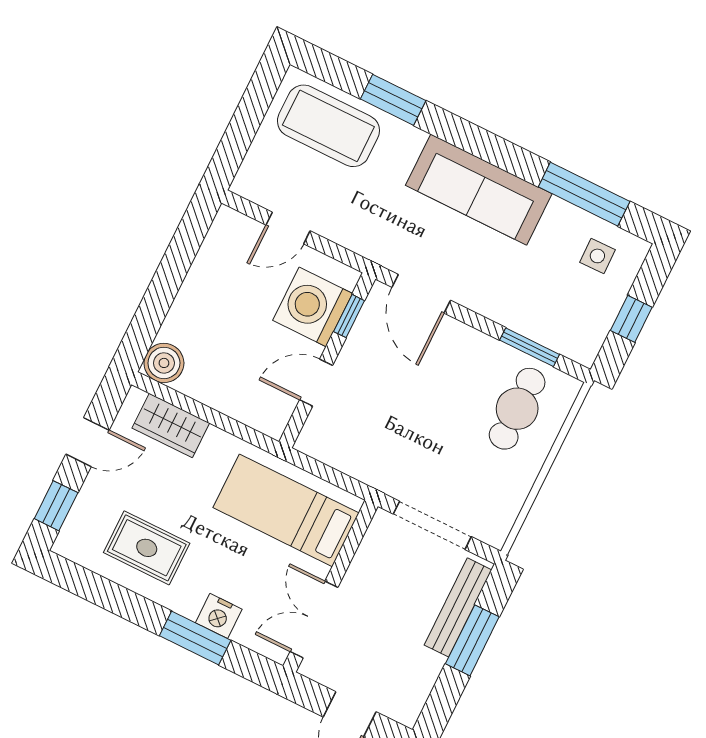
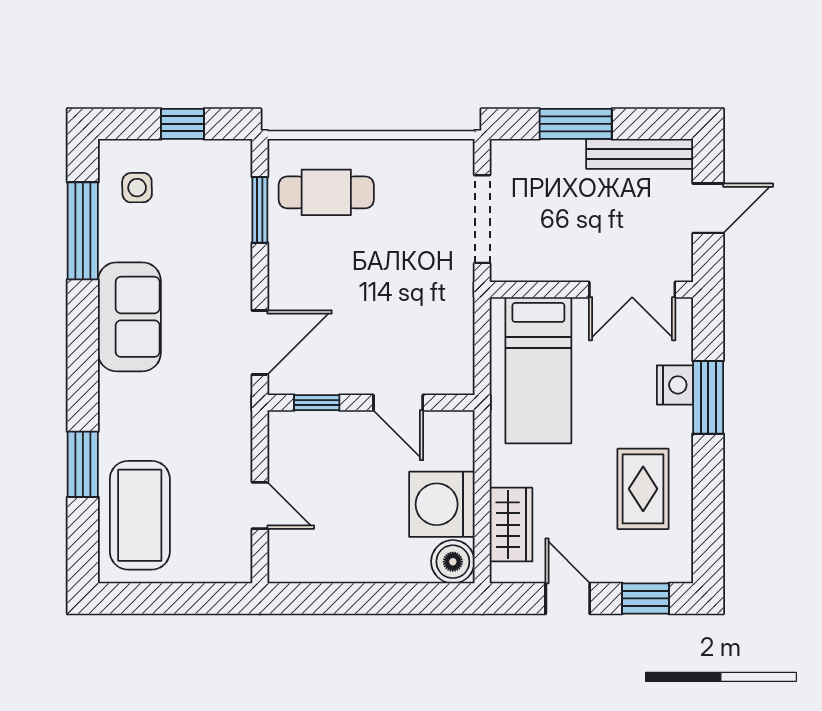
sofa: (479, 190) -> (129, 317), width x0.73
washing machine: (313, 307) -> (442, 504), moved, turned 90
bench: (458, 607) -> (640, 154), moved

